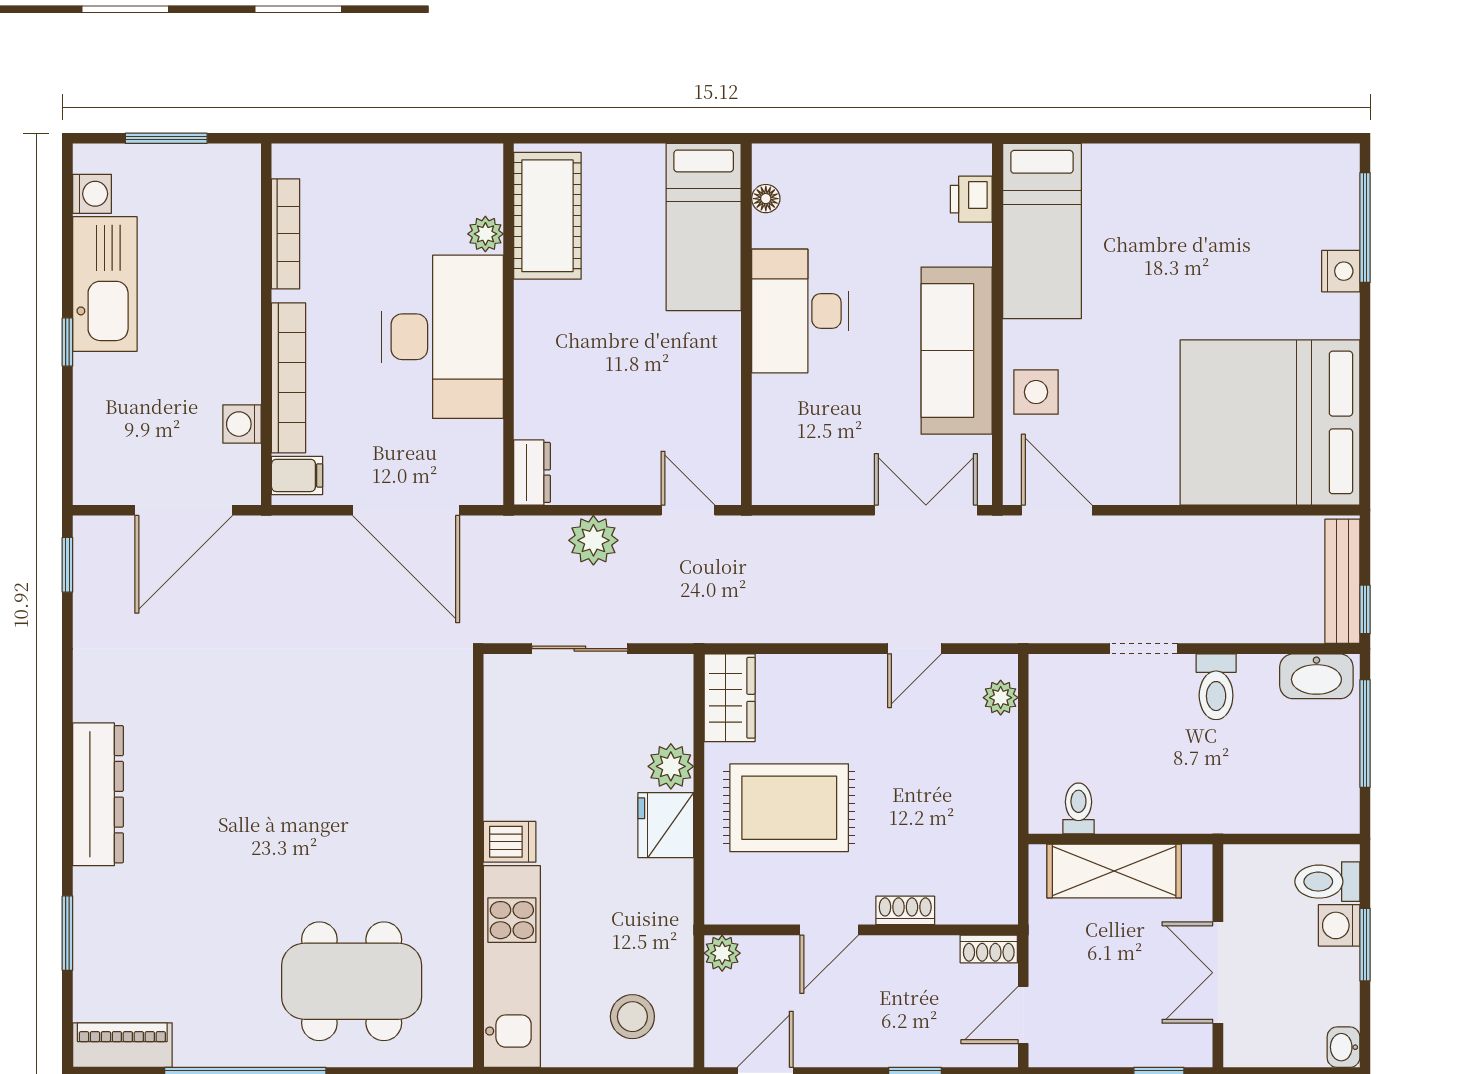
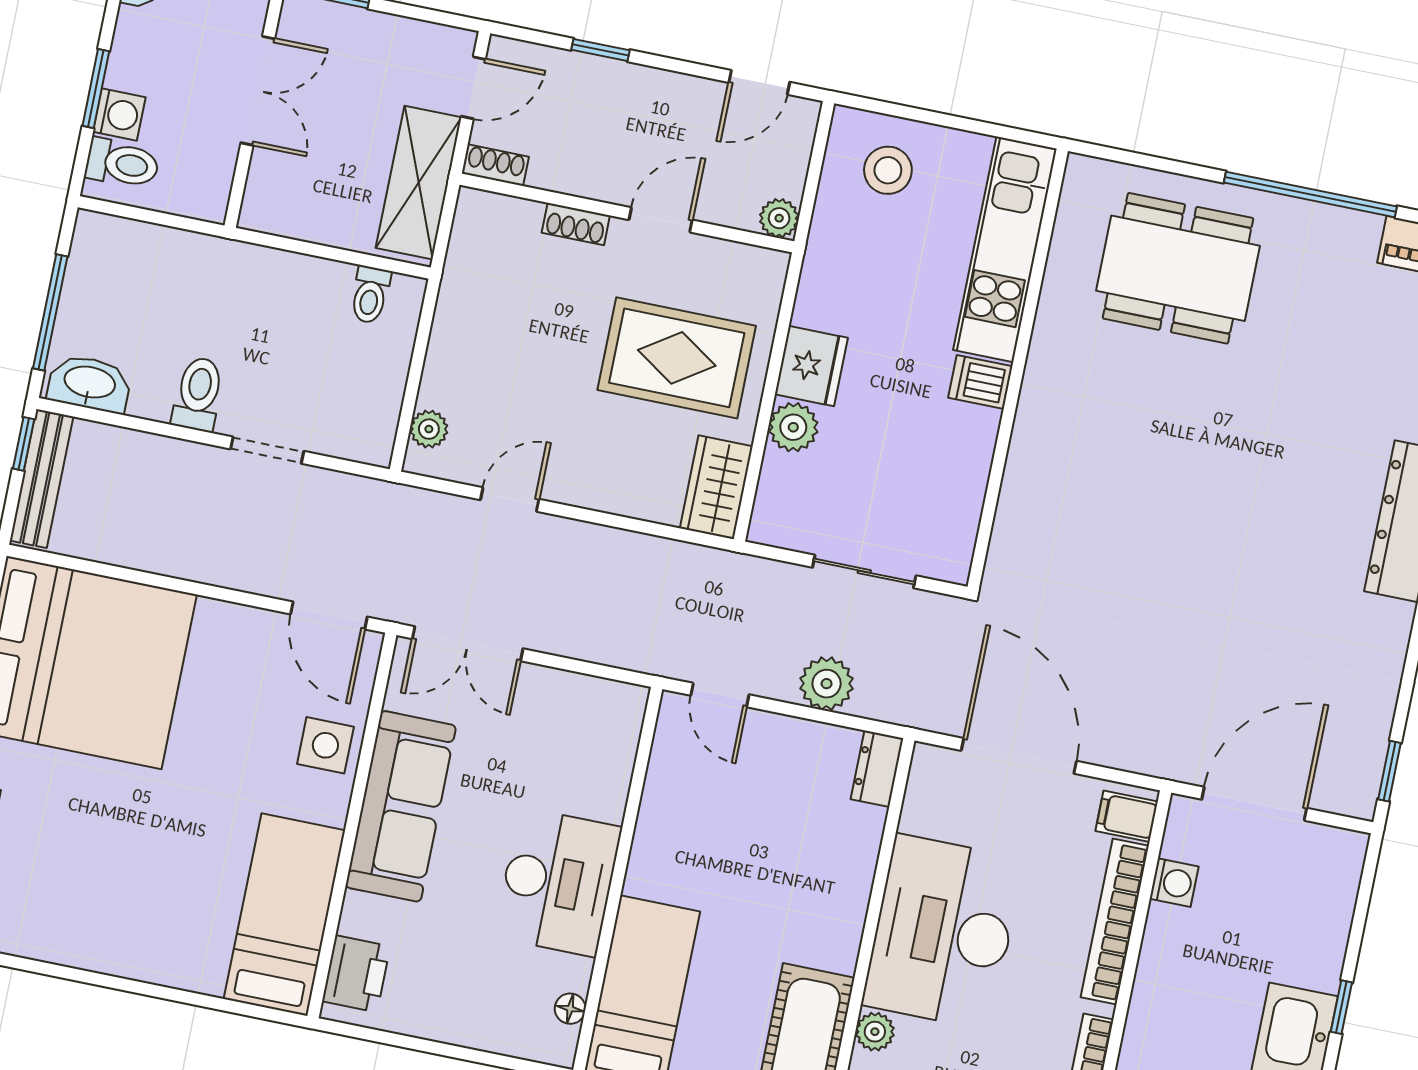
printer: (971, 199) -> (356, 974), width x1.36, depth x1.24
shelving: (1114, 871) -> (419, 183), moved, turned 90

